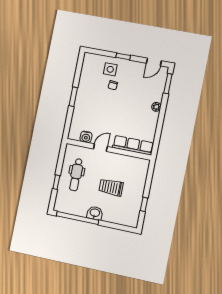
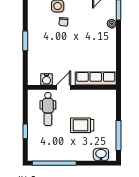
plant: (156, 107) -> (112, 24), moved
dental chair: (76, 175) -> (48, 109), moved
window: (144, 204) -> (119, 135), width x2.17
washbasin: (95, 213) -> (101, 154), moved

